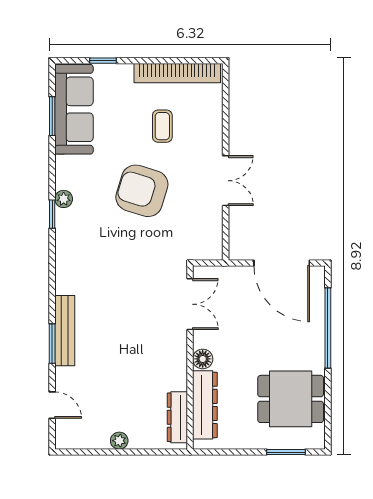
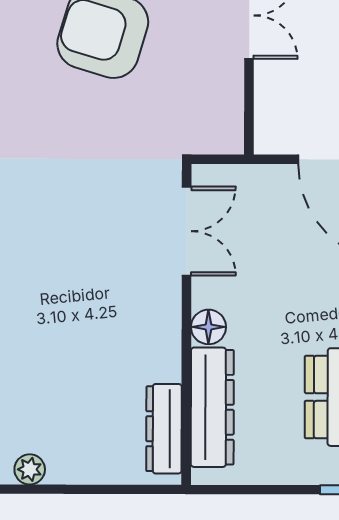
plant: (119, 441) -> (30, 469), moved

